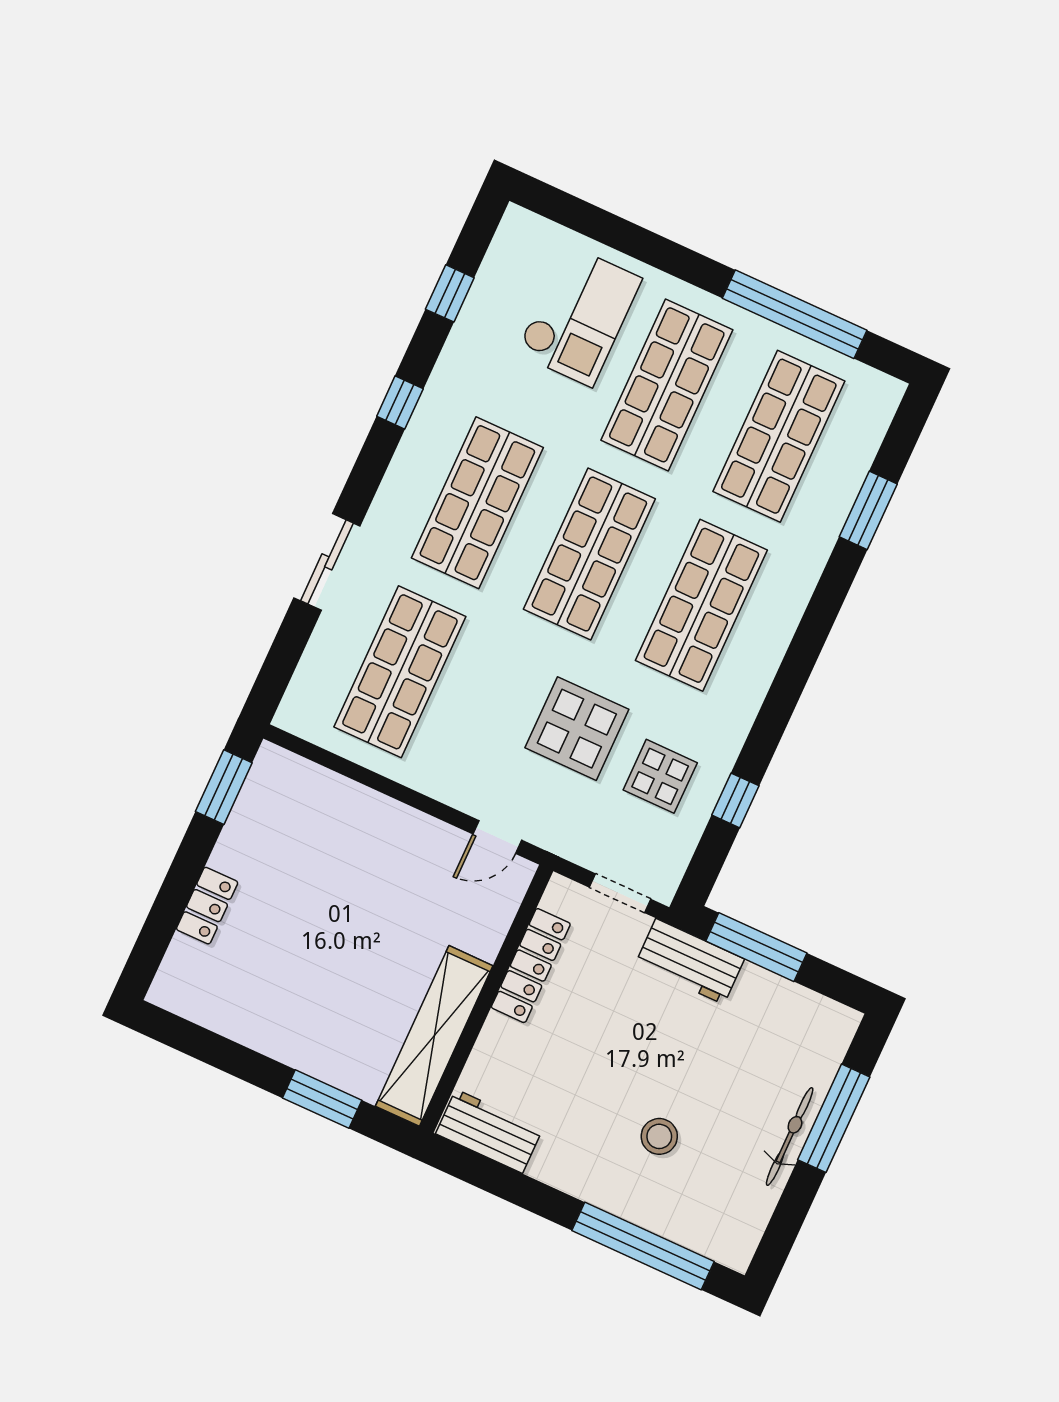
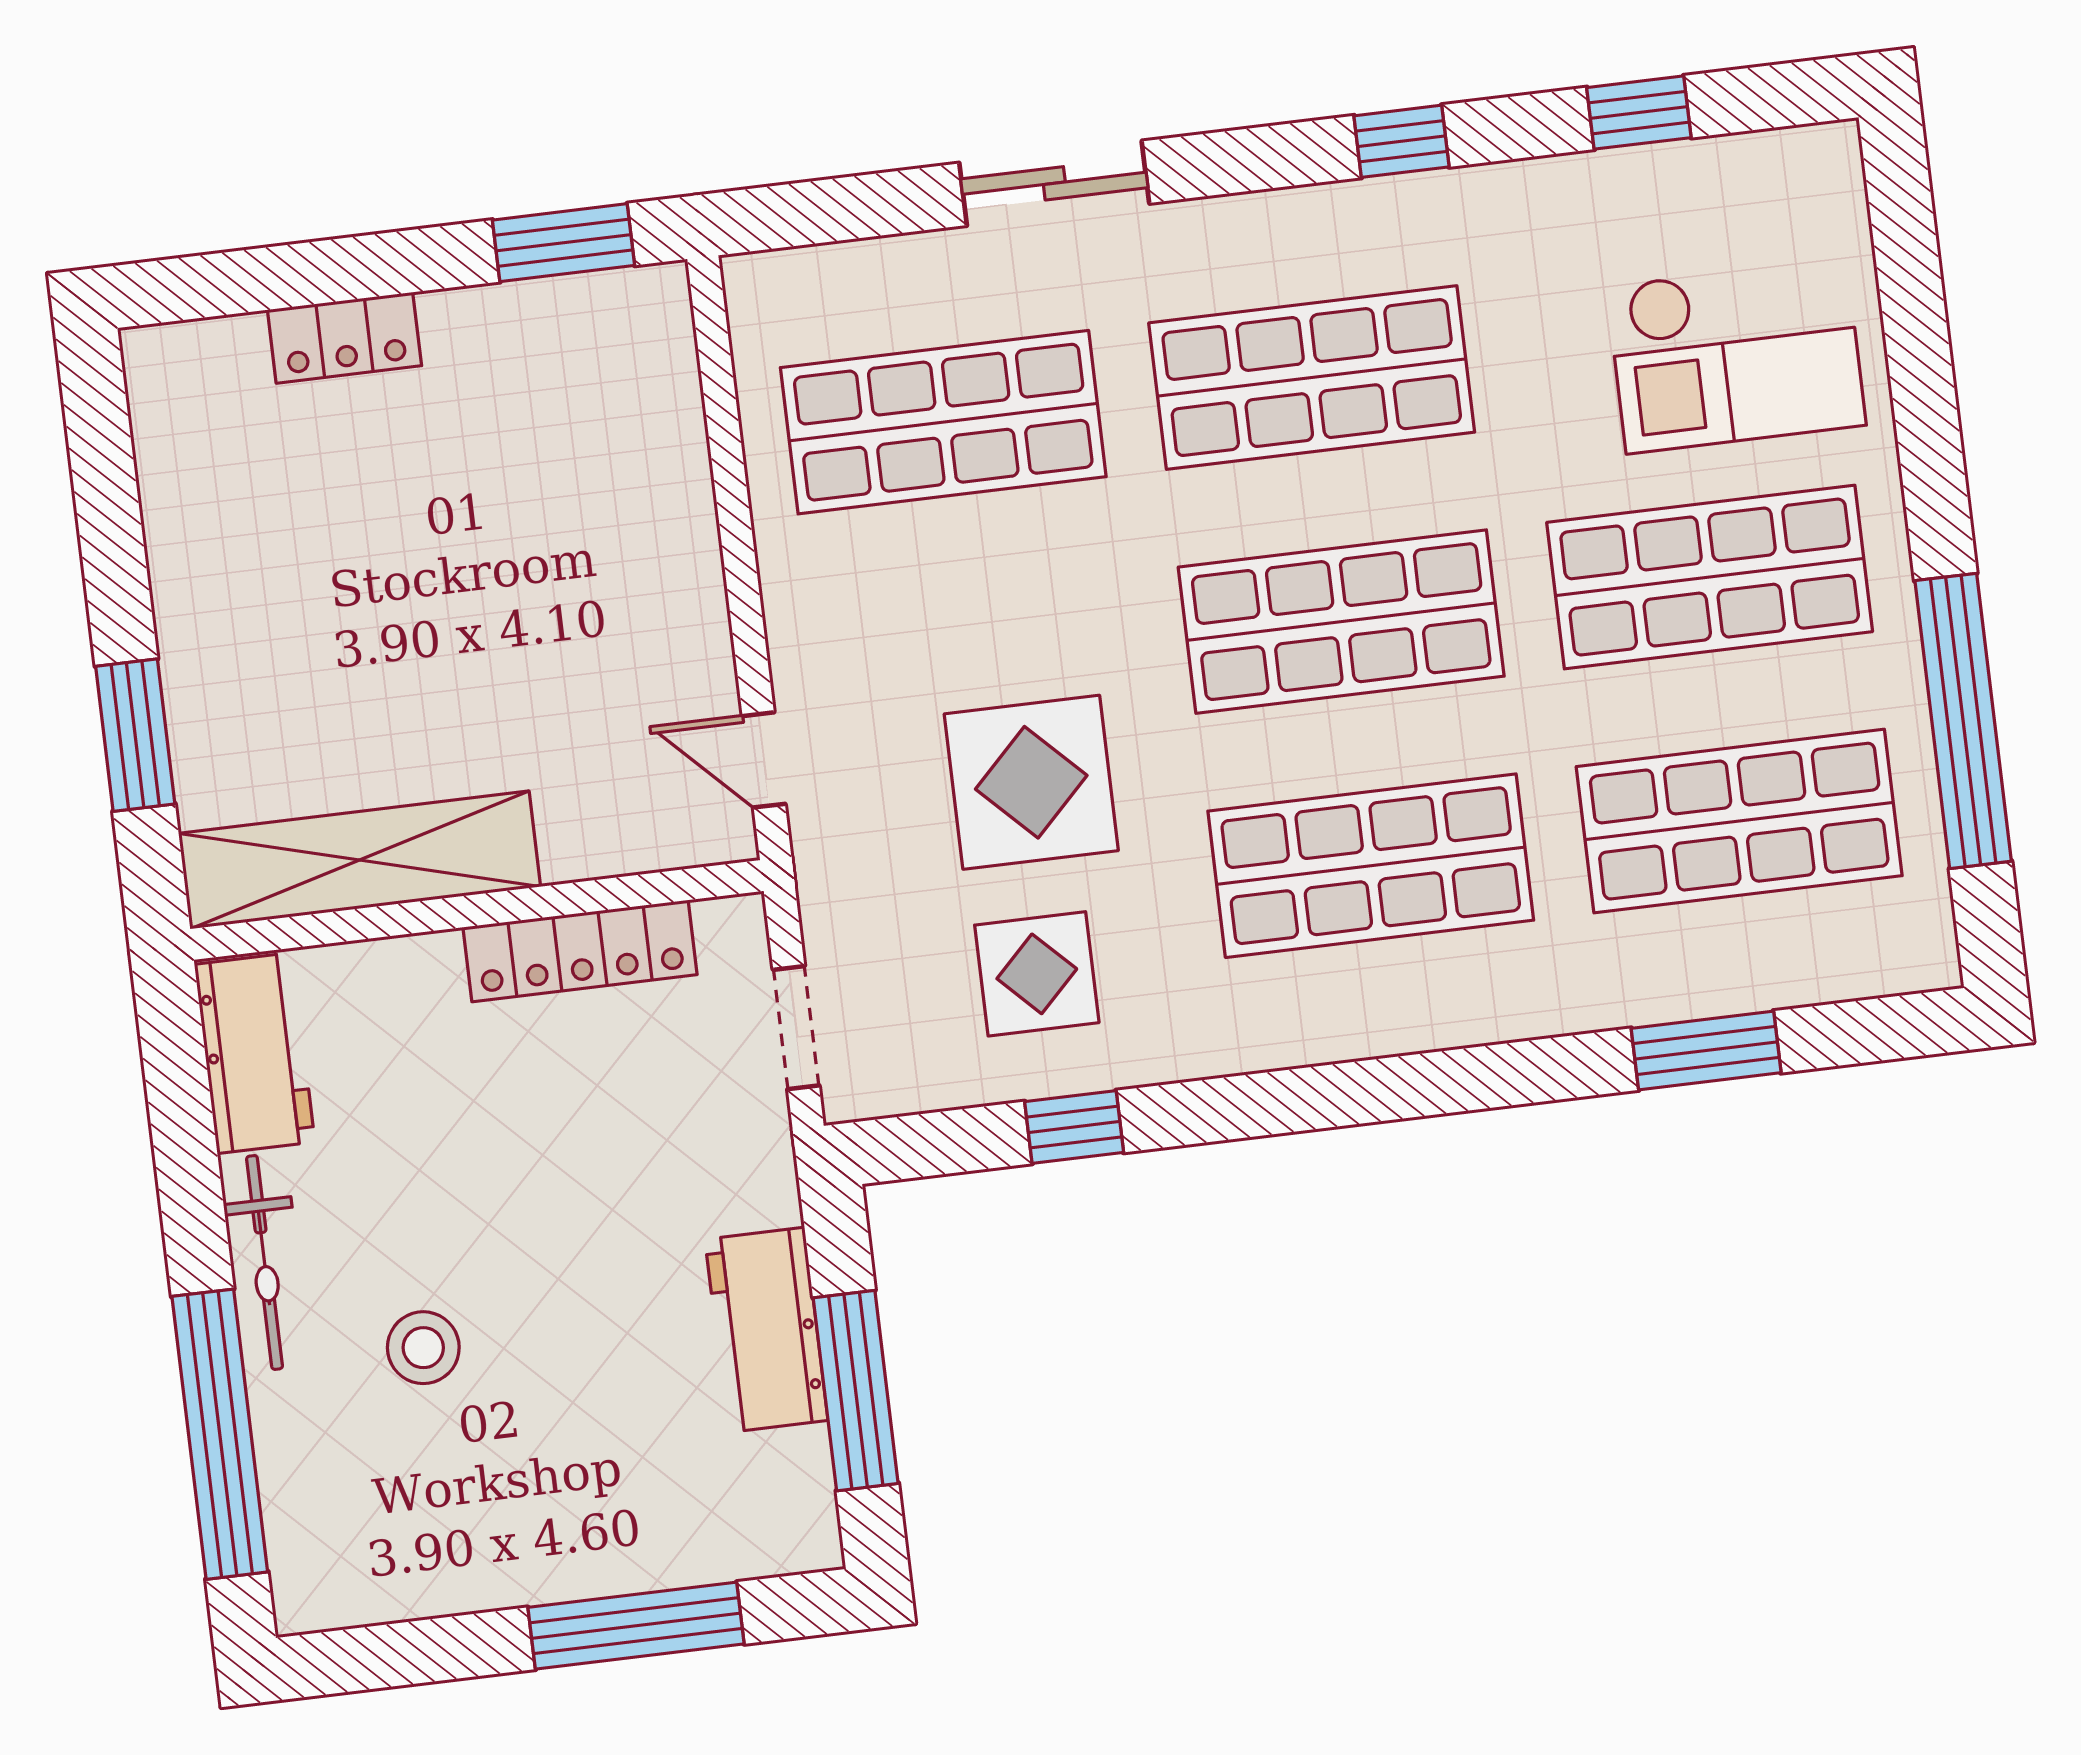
window: (756, 947) -> (856, 1391), moved
workbench: (690, 961) -> (766, 1330), moved
bicycle: (790, 1137) -> (265, 1262), moved, turned 90

